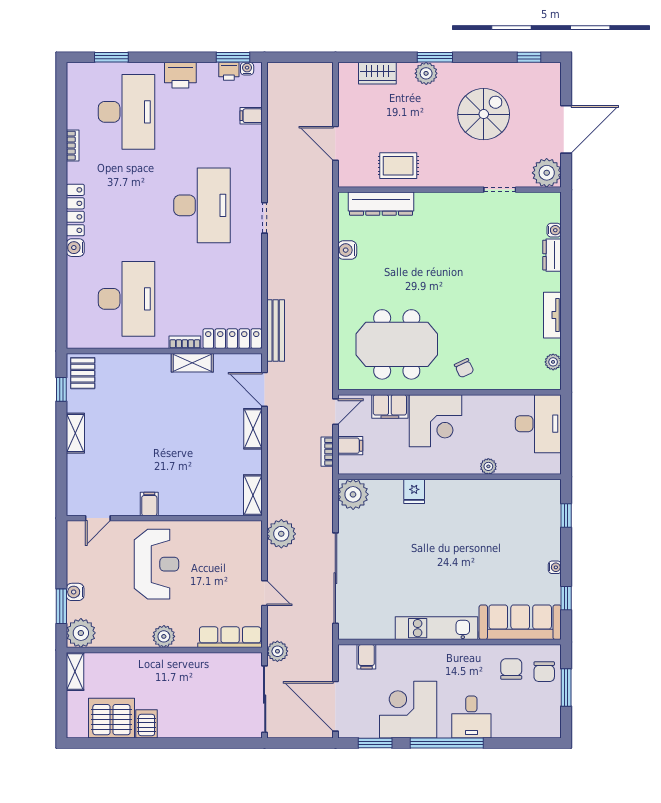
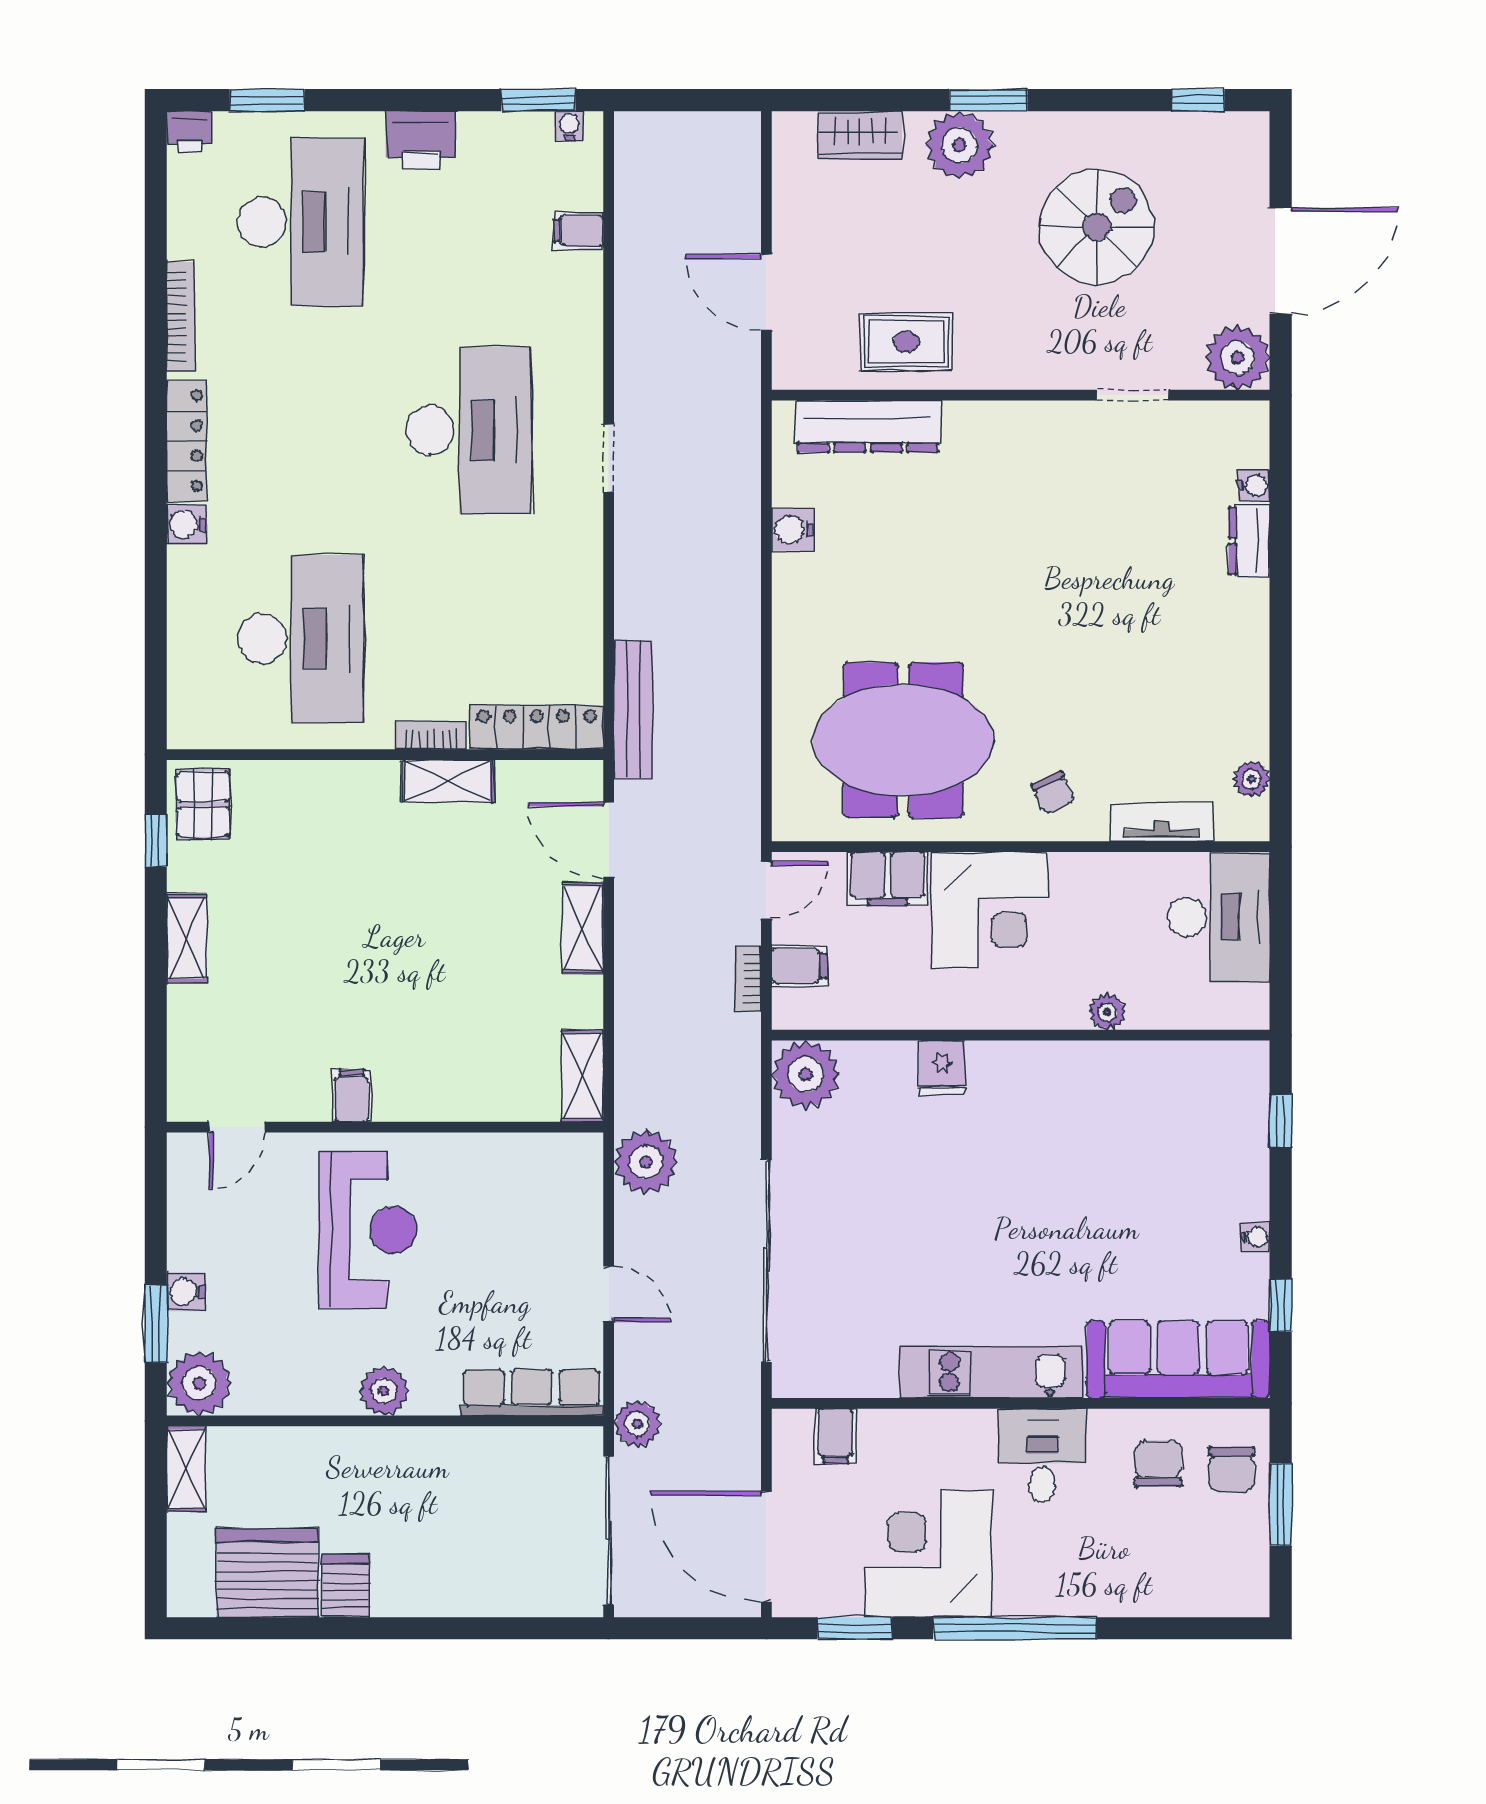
printer: (229, 71) -> (189, 132), moved
plant: (426, 73) -> (959, 145), width x1.36, depth x1.36
bookcase: (73, 146) -> (181, 316), width x1.56
tv unit: (552, 315) -> (1161, 822), moved, turned 90
desk: (471, 717) -> (1042, 1456), moved, turned 180

